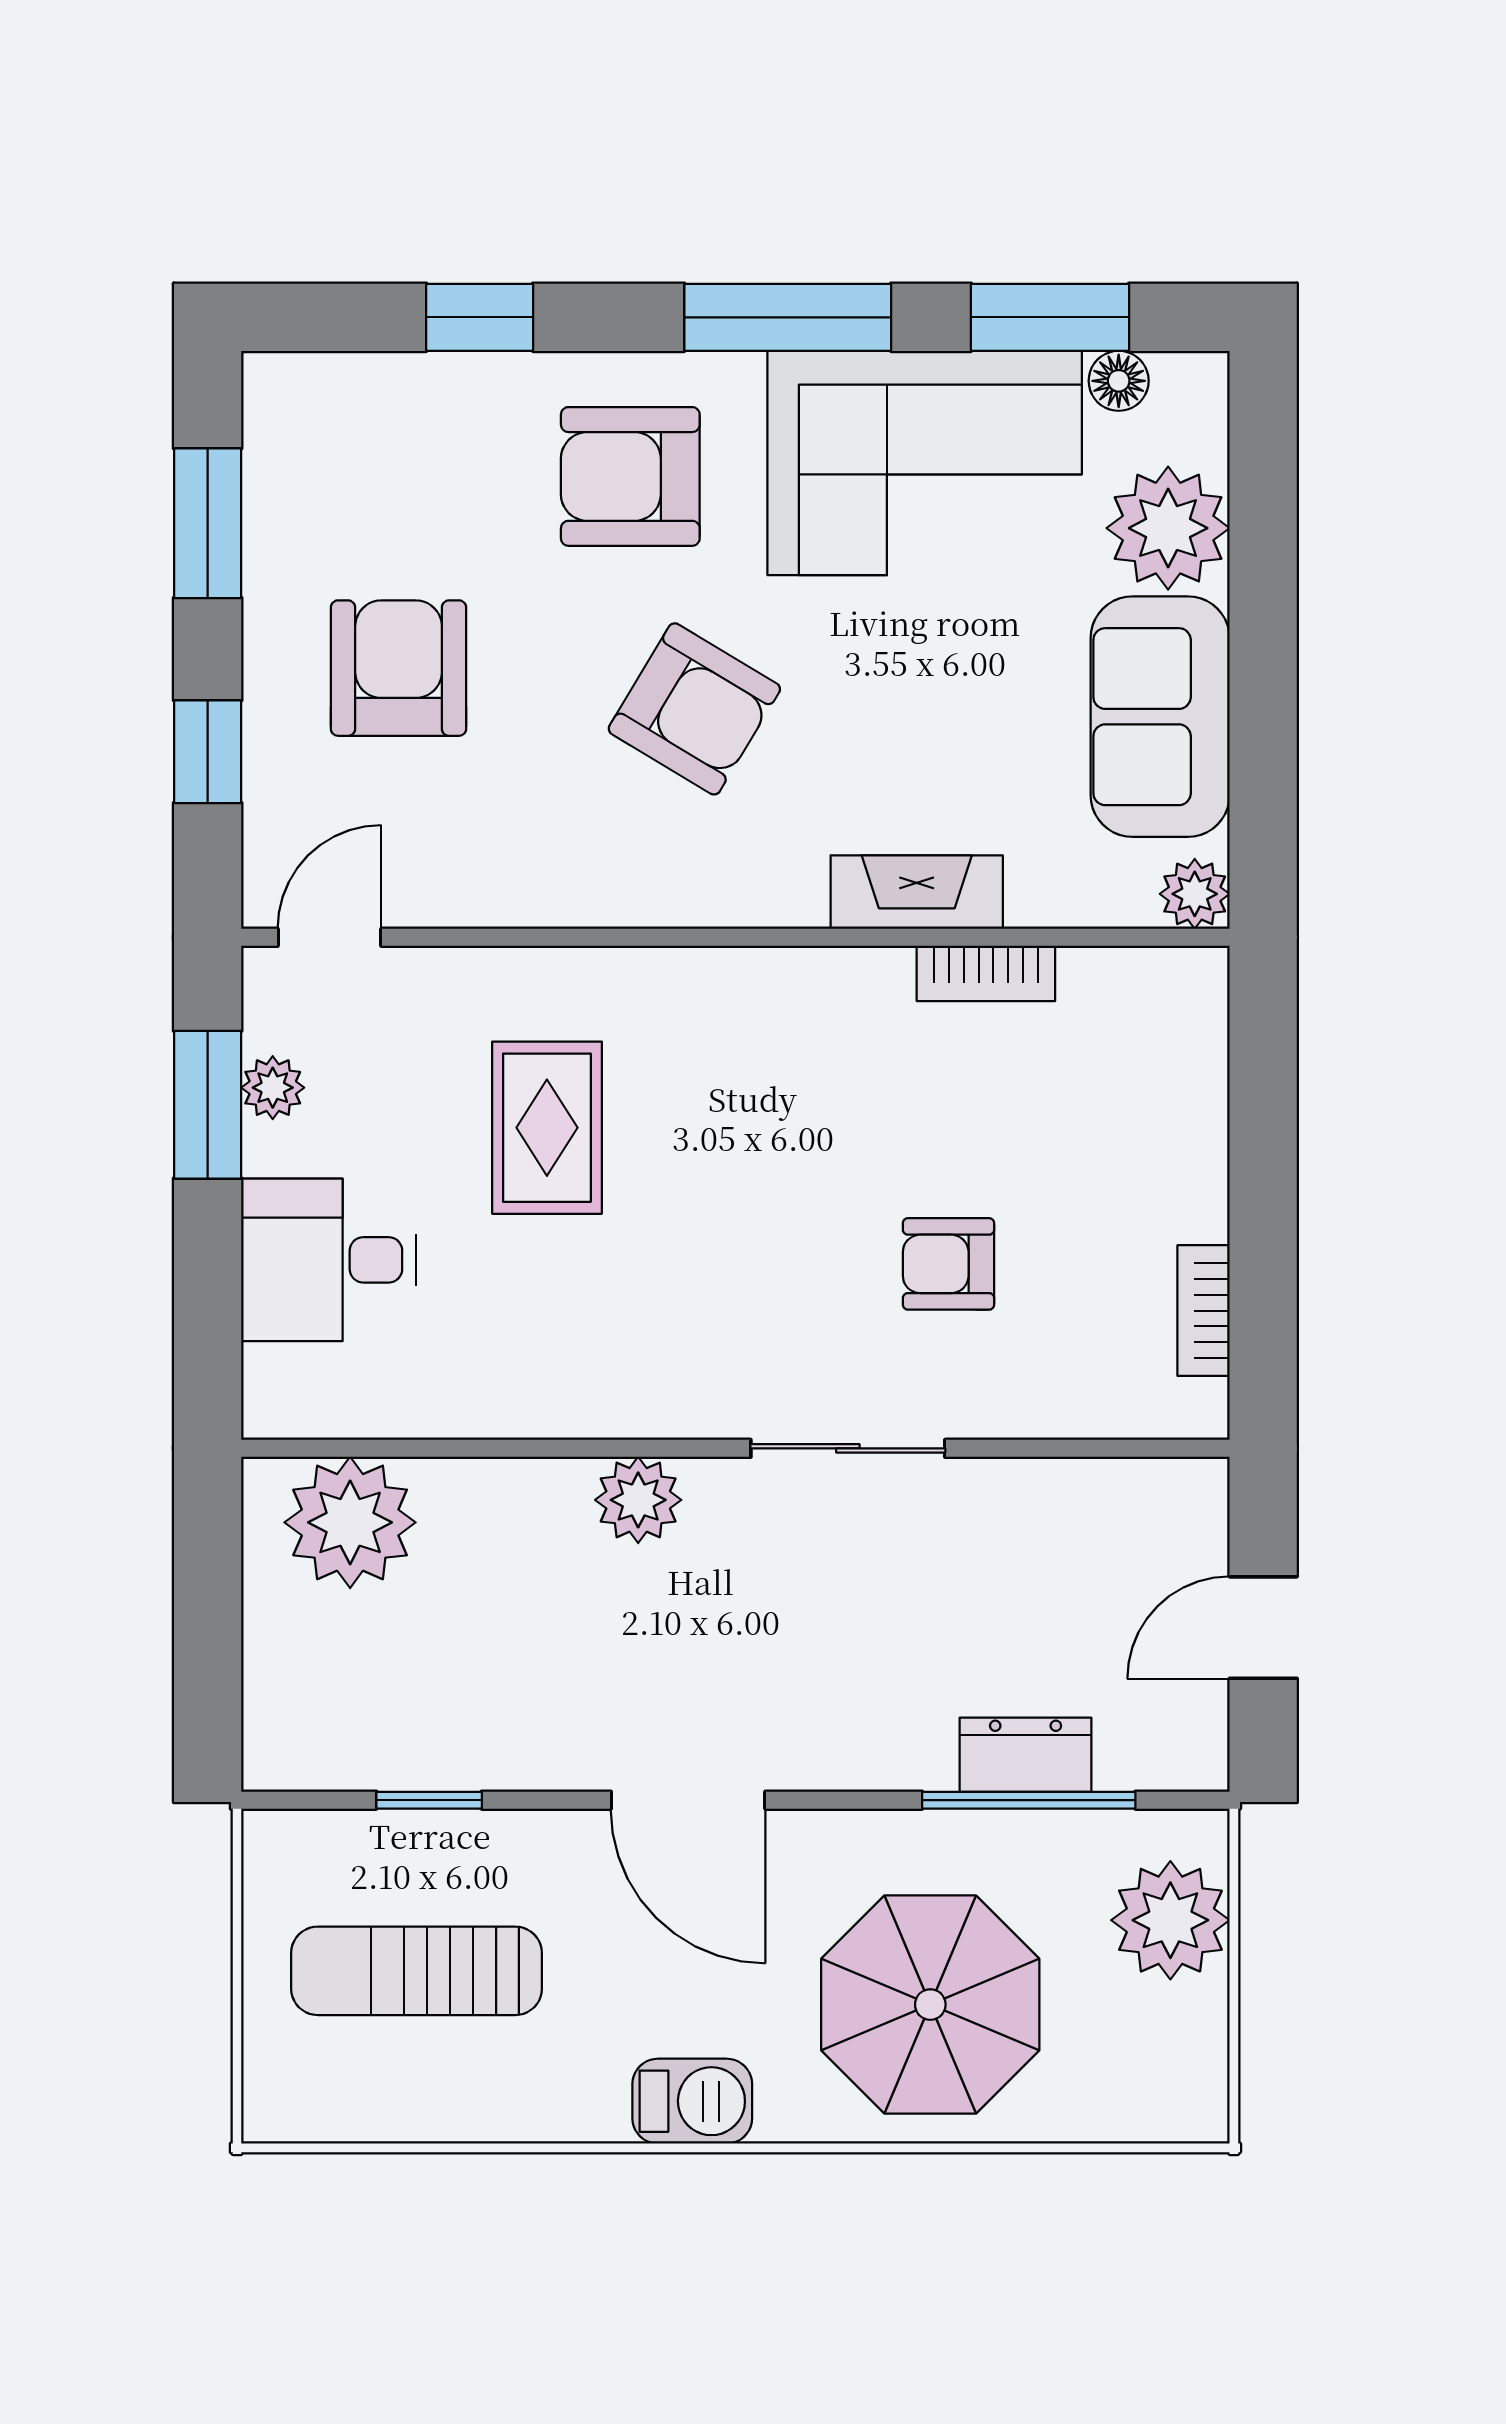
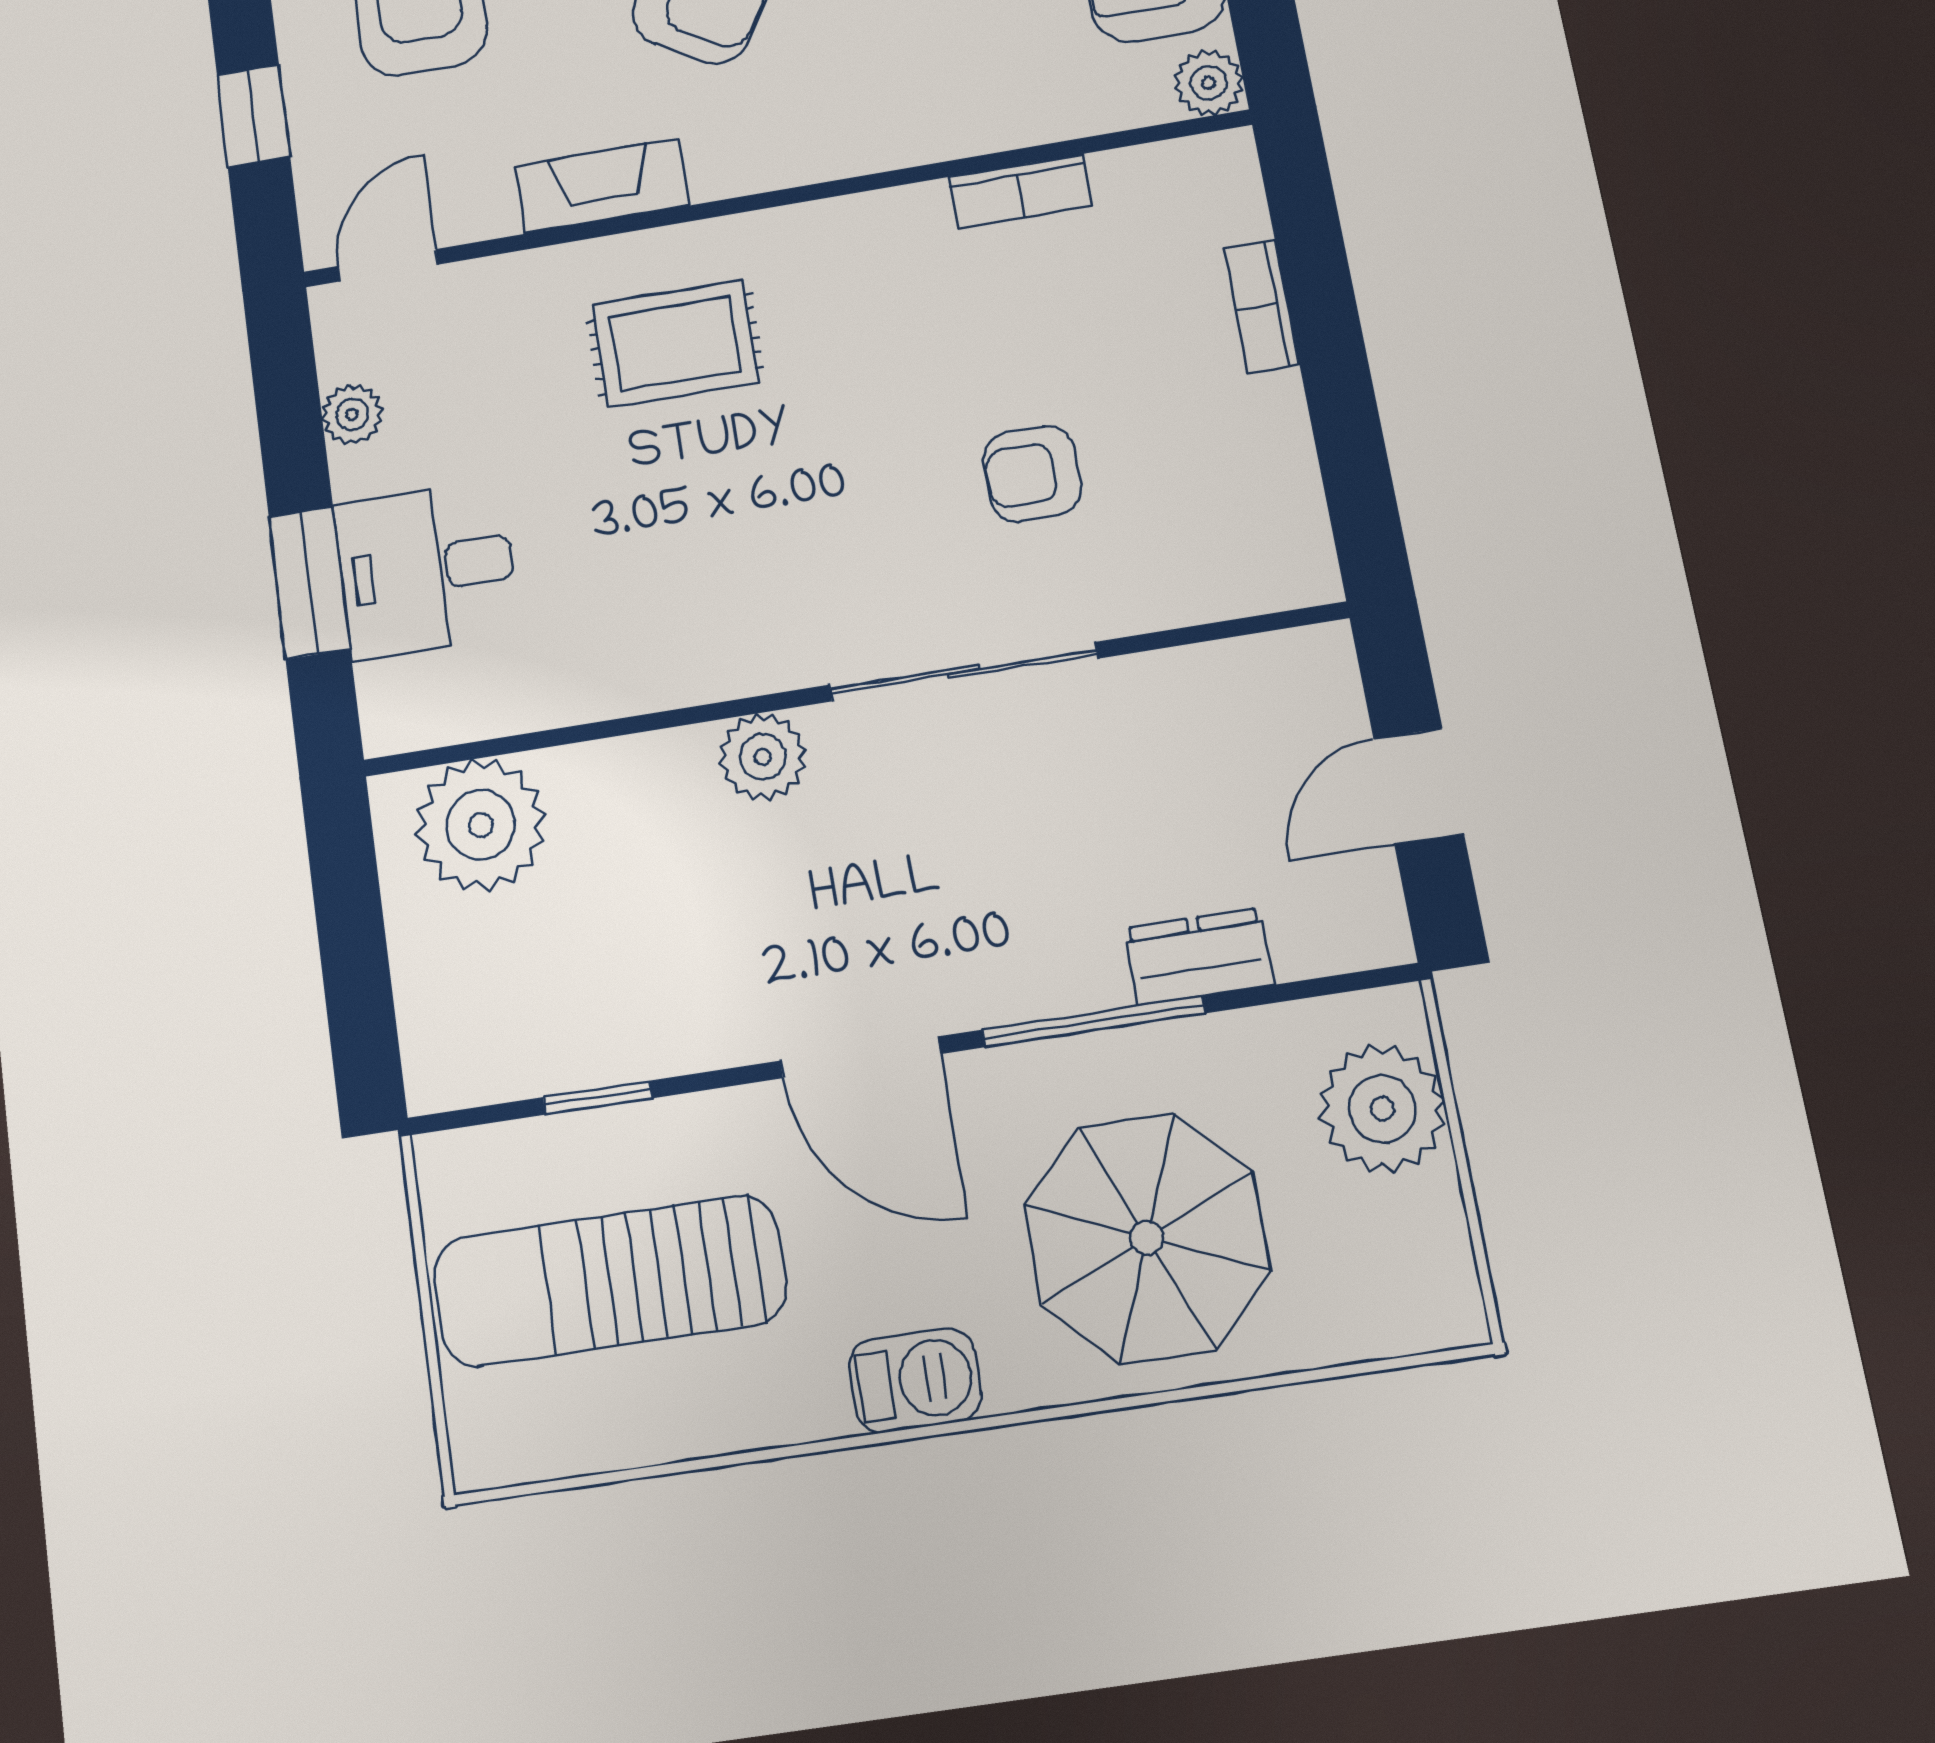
fireplace: (917, 892) -> (602, 186), moved
window: (208, 1105) -> (309, 582), moved
rug: (547, 1128) -> (675, 344), moved, turned 90
bookcase: (1204, 1311) -> (1261, 306), moved
sliding door: (848, 1448) -> (963, 672), width x1.37
window: (1029, 1800) -> (1094, 1022), moved
sun lounger: (417, 1971) -> (609, 1281), width x1.36, depth x1.34

